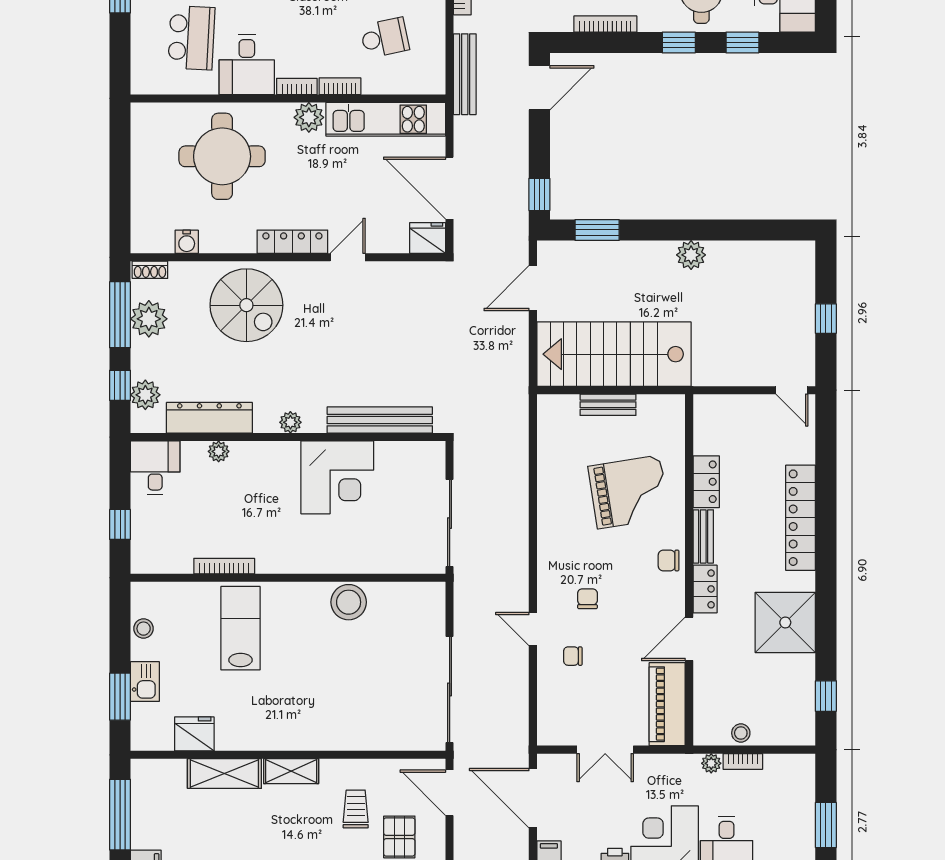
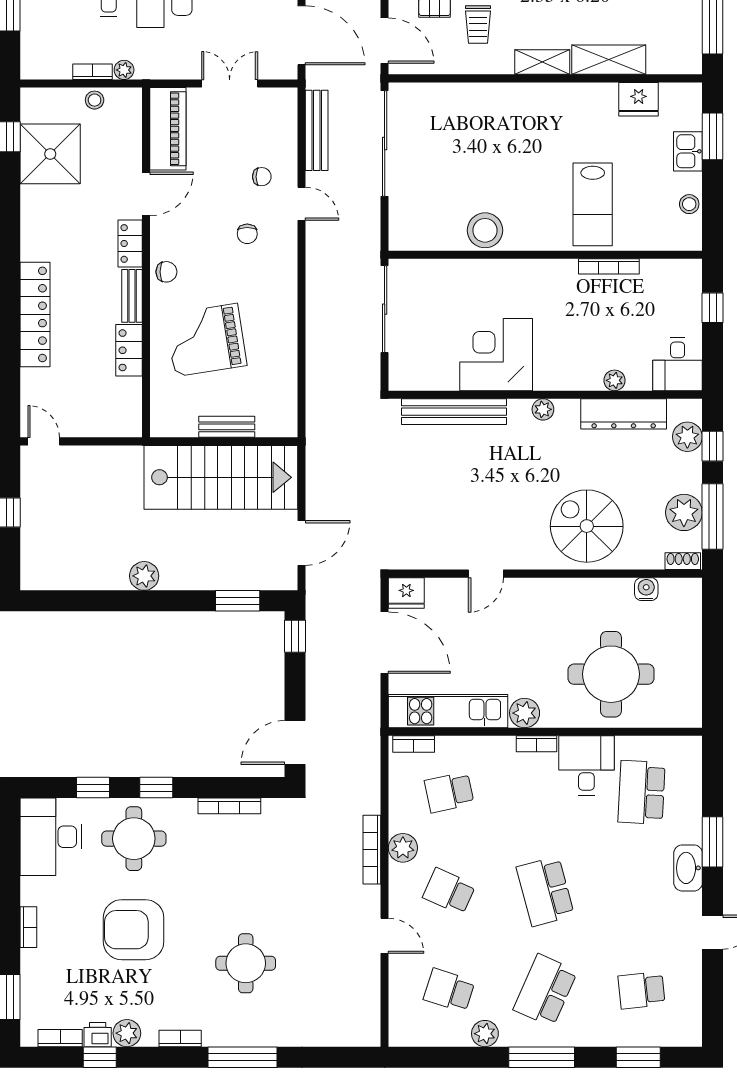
bench: (465, 74) -> (317, 130), moved
bookcase: (340, 86) -> (414, 744), moved
locker: (292, 242) -> (541, 589), removed
shower: (785, 622) -> (50, 154), moved

